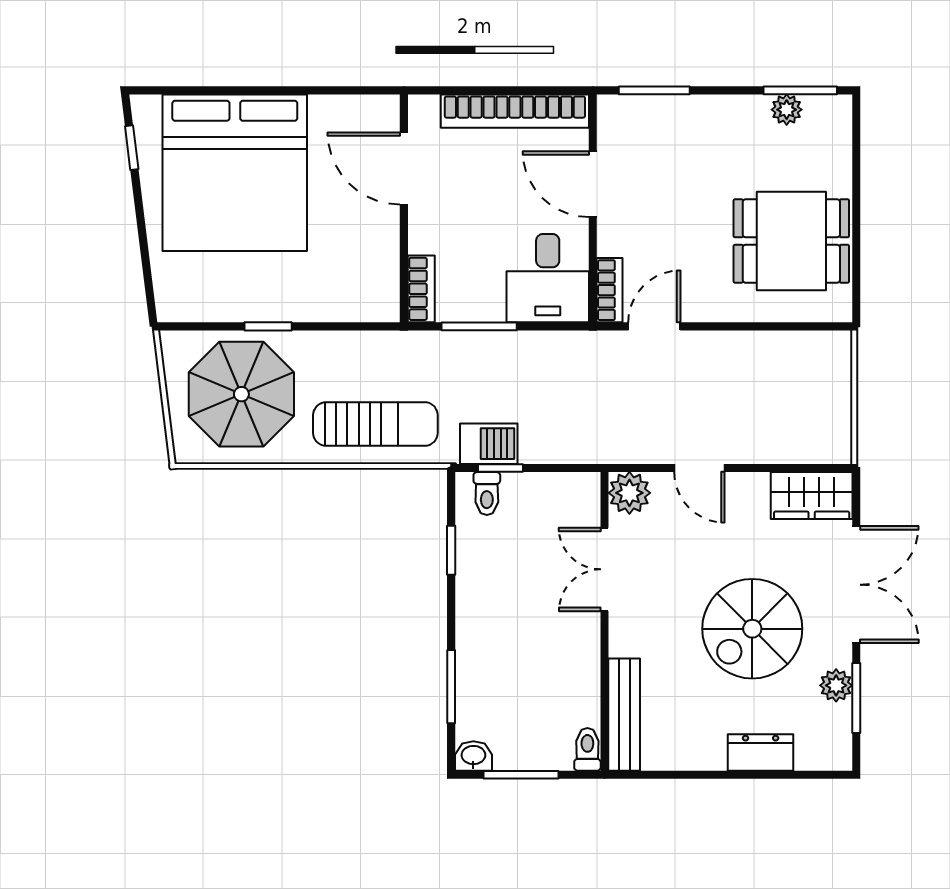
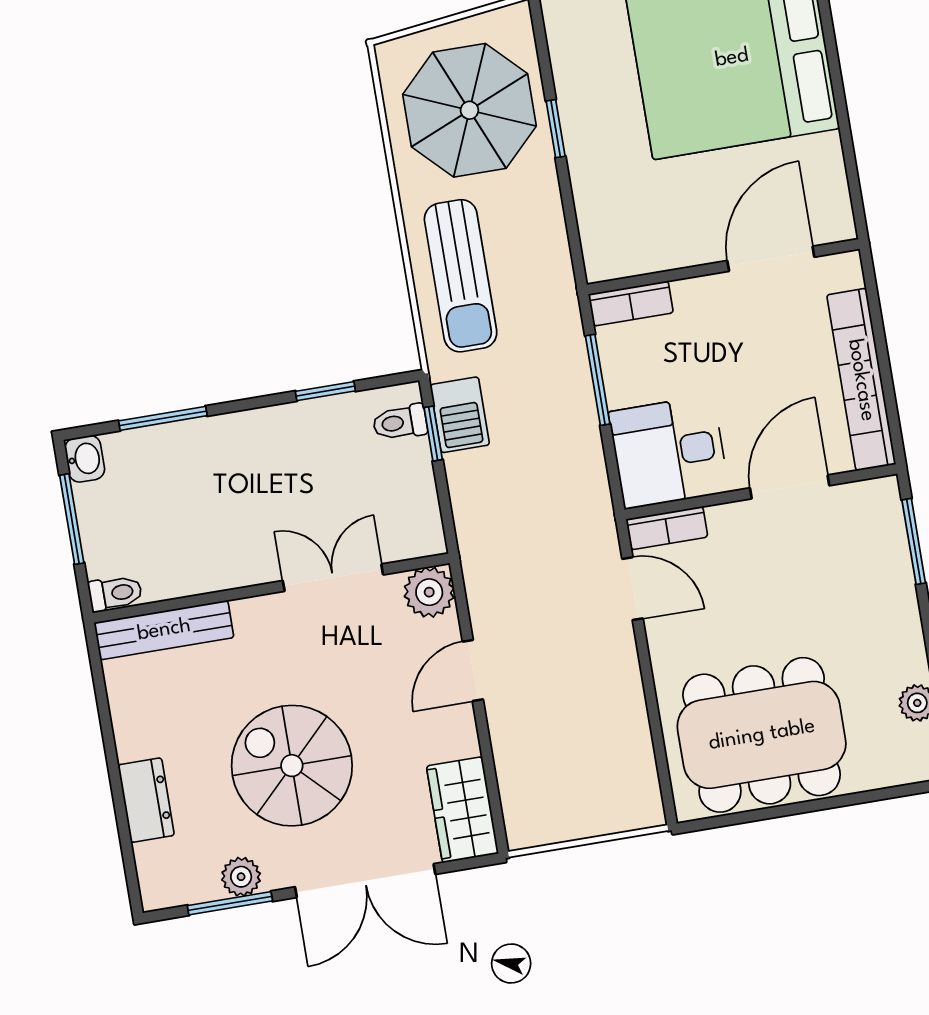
dining table: (791, 241) -> (762, 735), width x1.38

